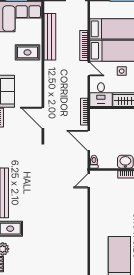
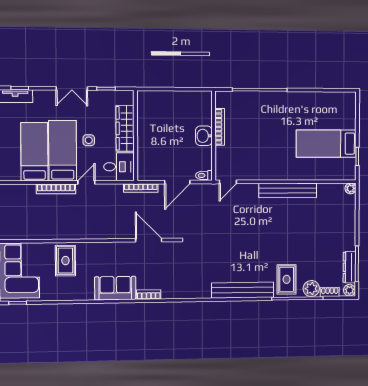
bench: (50, 37) -> (288, 190), moved
door: (43, 118) -> (149, 240), swing flipped
door: (89, 181) -> (228, 182), hinge flipped

